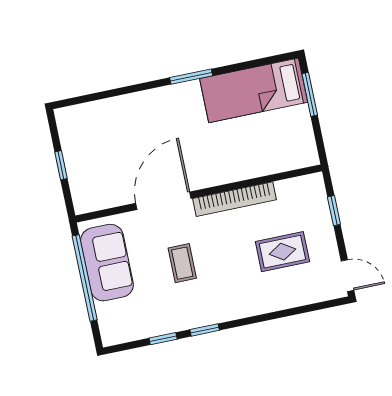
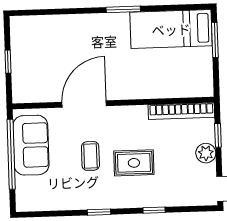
bookcase: (235, 199) -> (181, 111), moved
plant: (323, 235) -> (206, 153), added
rug: (282, 252) -> (134, 163), moved
window: (163, 339) -> (154, 210), moved

